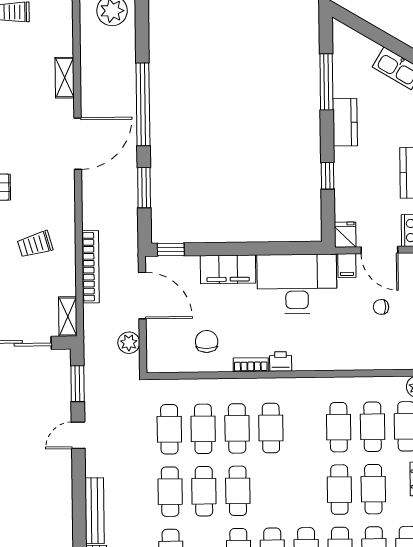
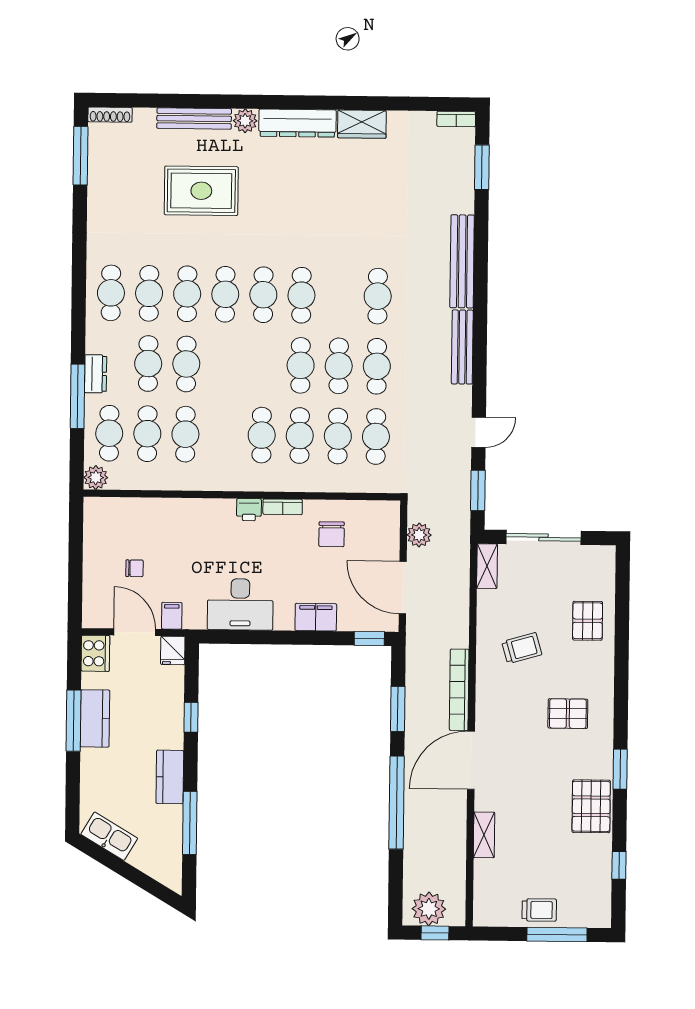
bookcase: (91, 267) -> (459, 690), moved
filing cabinet: (228, 269) -> (316, 617), width x0.67, depth x0.86
desk: (297, 284) -> (240, 604), width x0.73, depth x0.77

